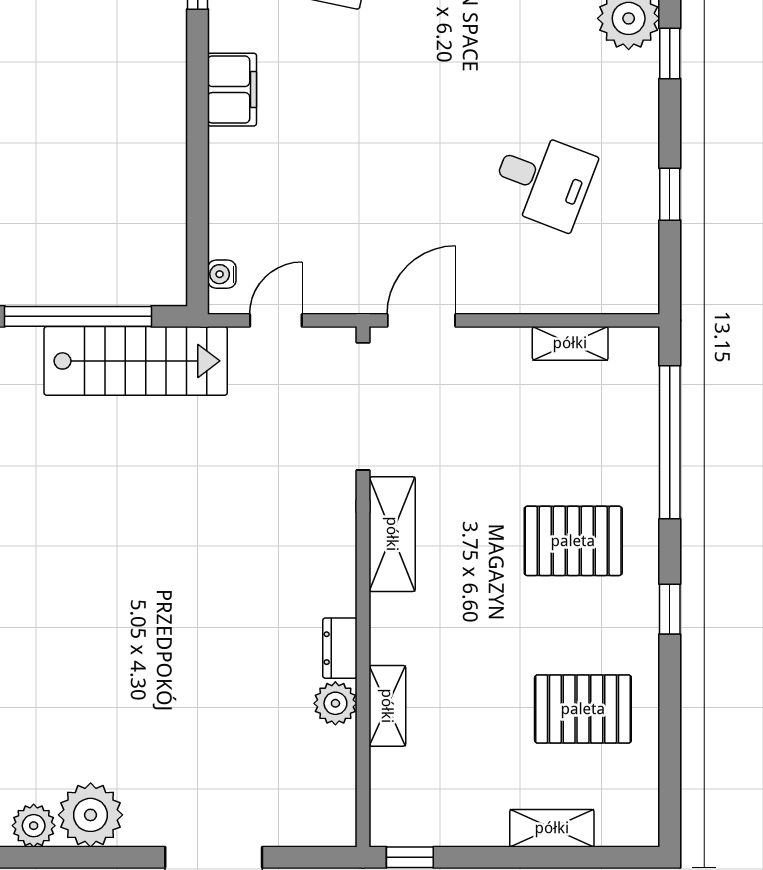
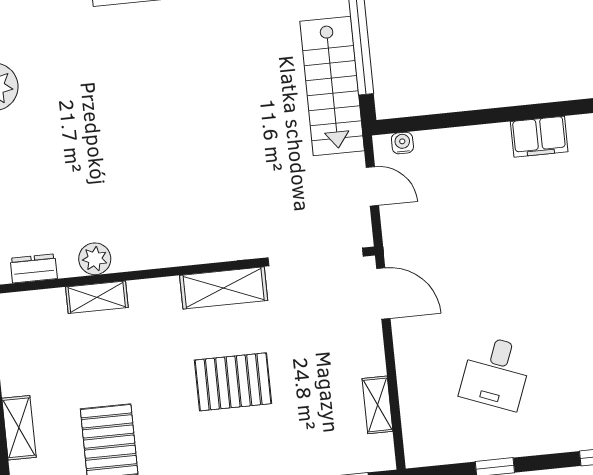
pallet: (573, 541) -> (233, 382), moved, turned 90
dresser: (340, 648) -> (34, 268), moved

